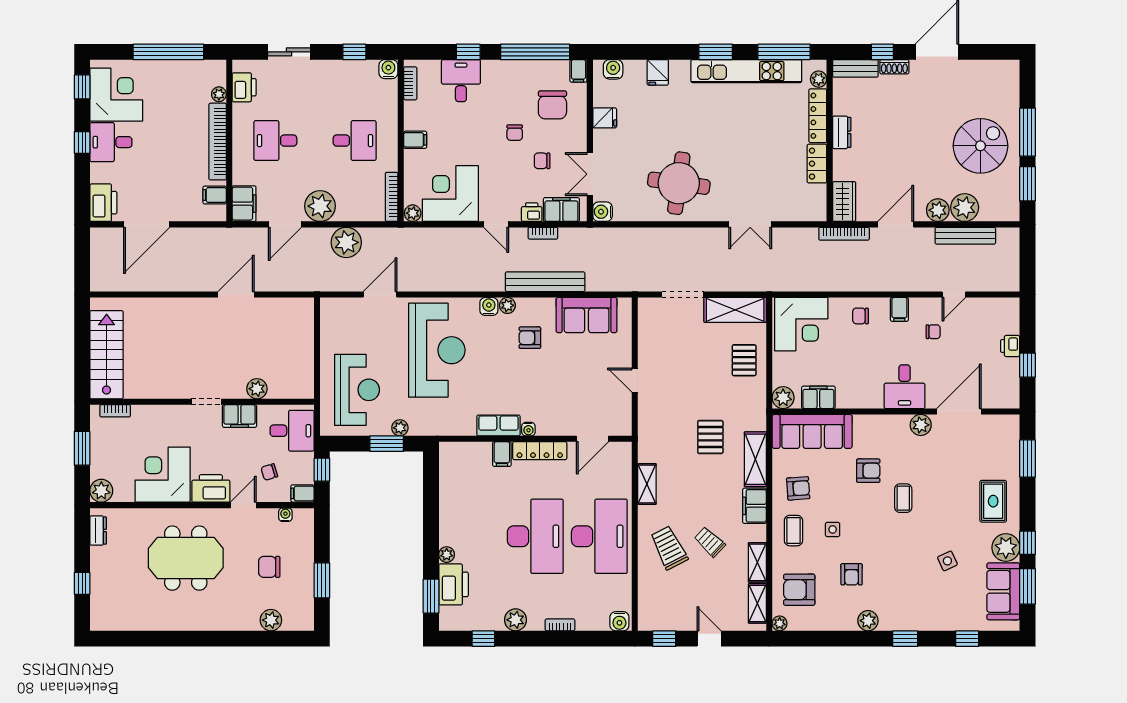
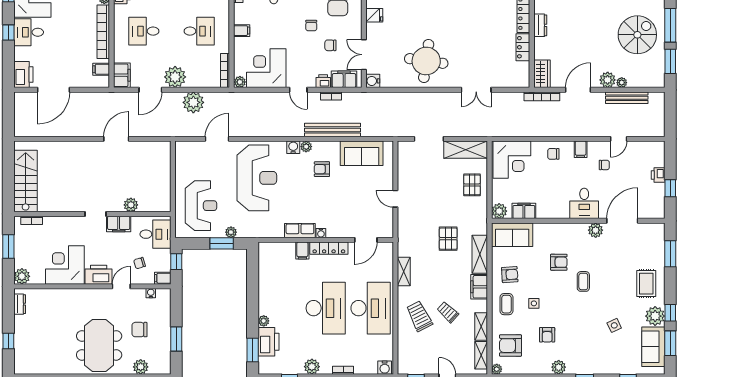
plant: (965, 208) -> (622, 83), width x0.53, depth x0.53
sofa: (812, 431) -> (512, 235), width x0.73
meeting table: (186, 558) -> (99, 345), moved, turned 90

